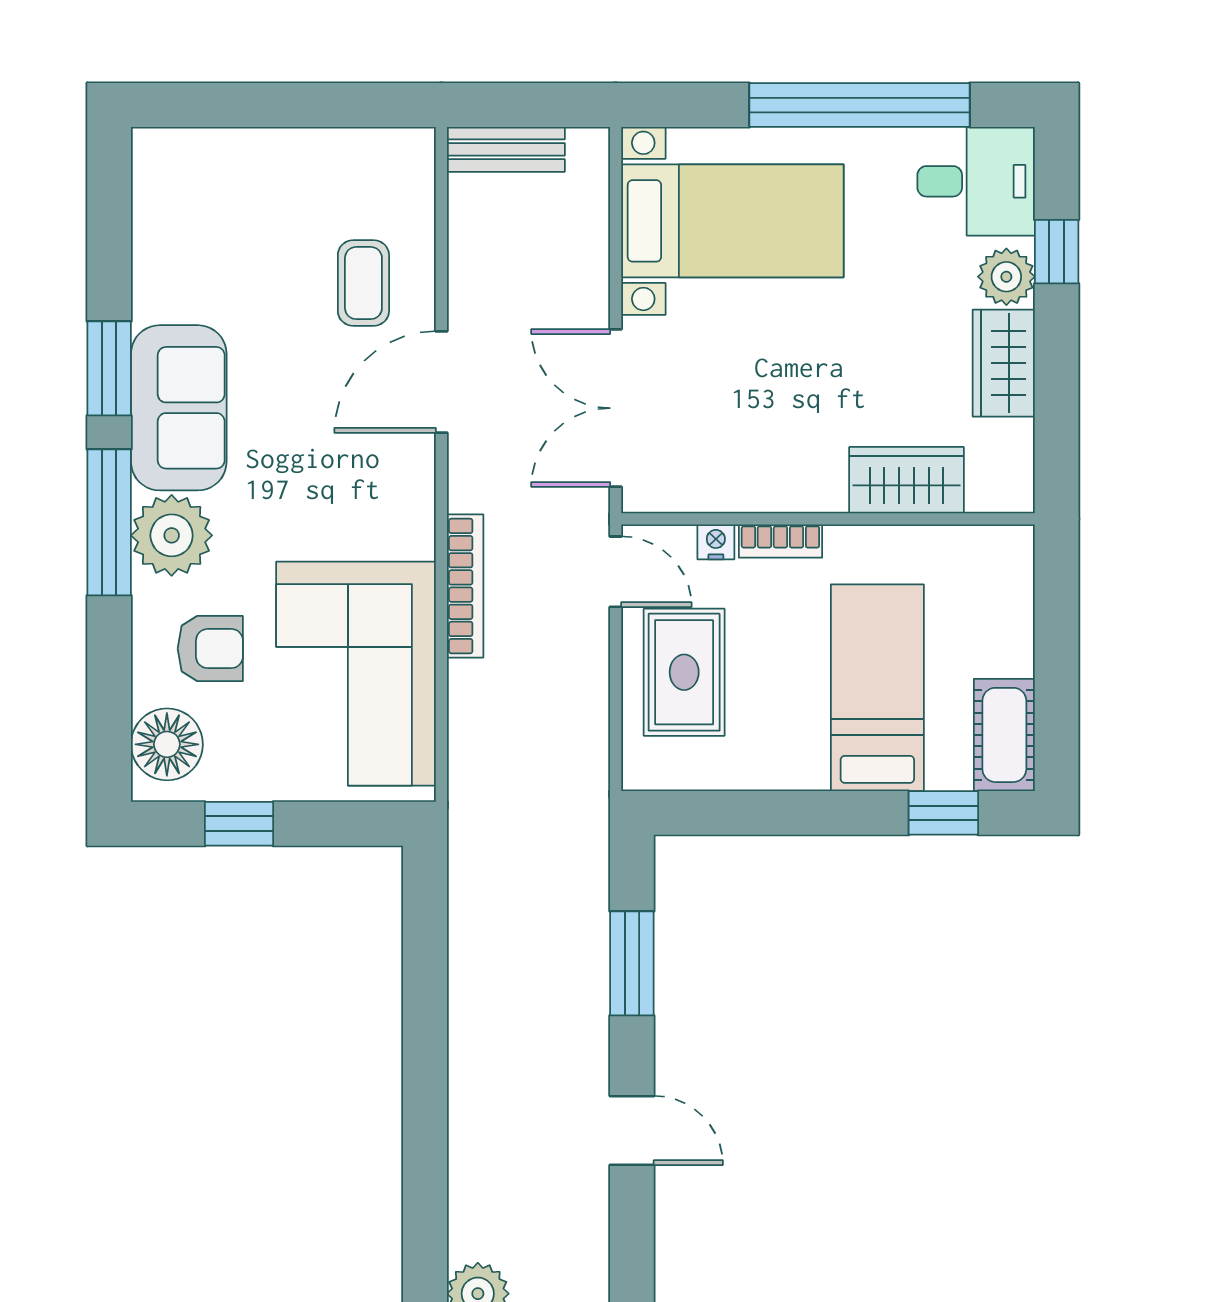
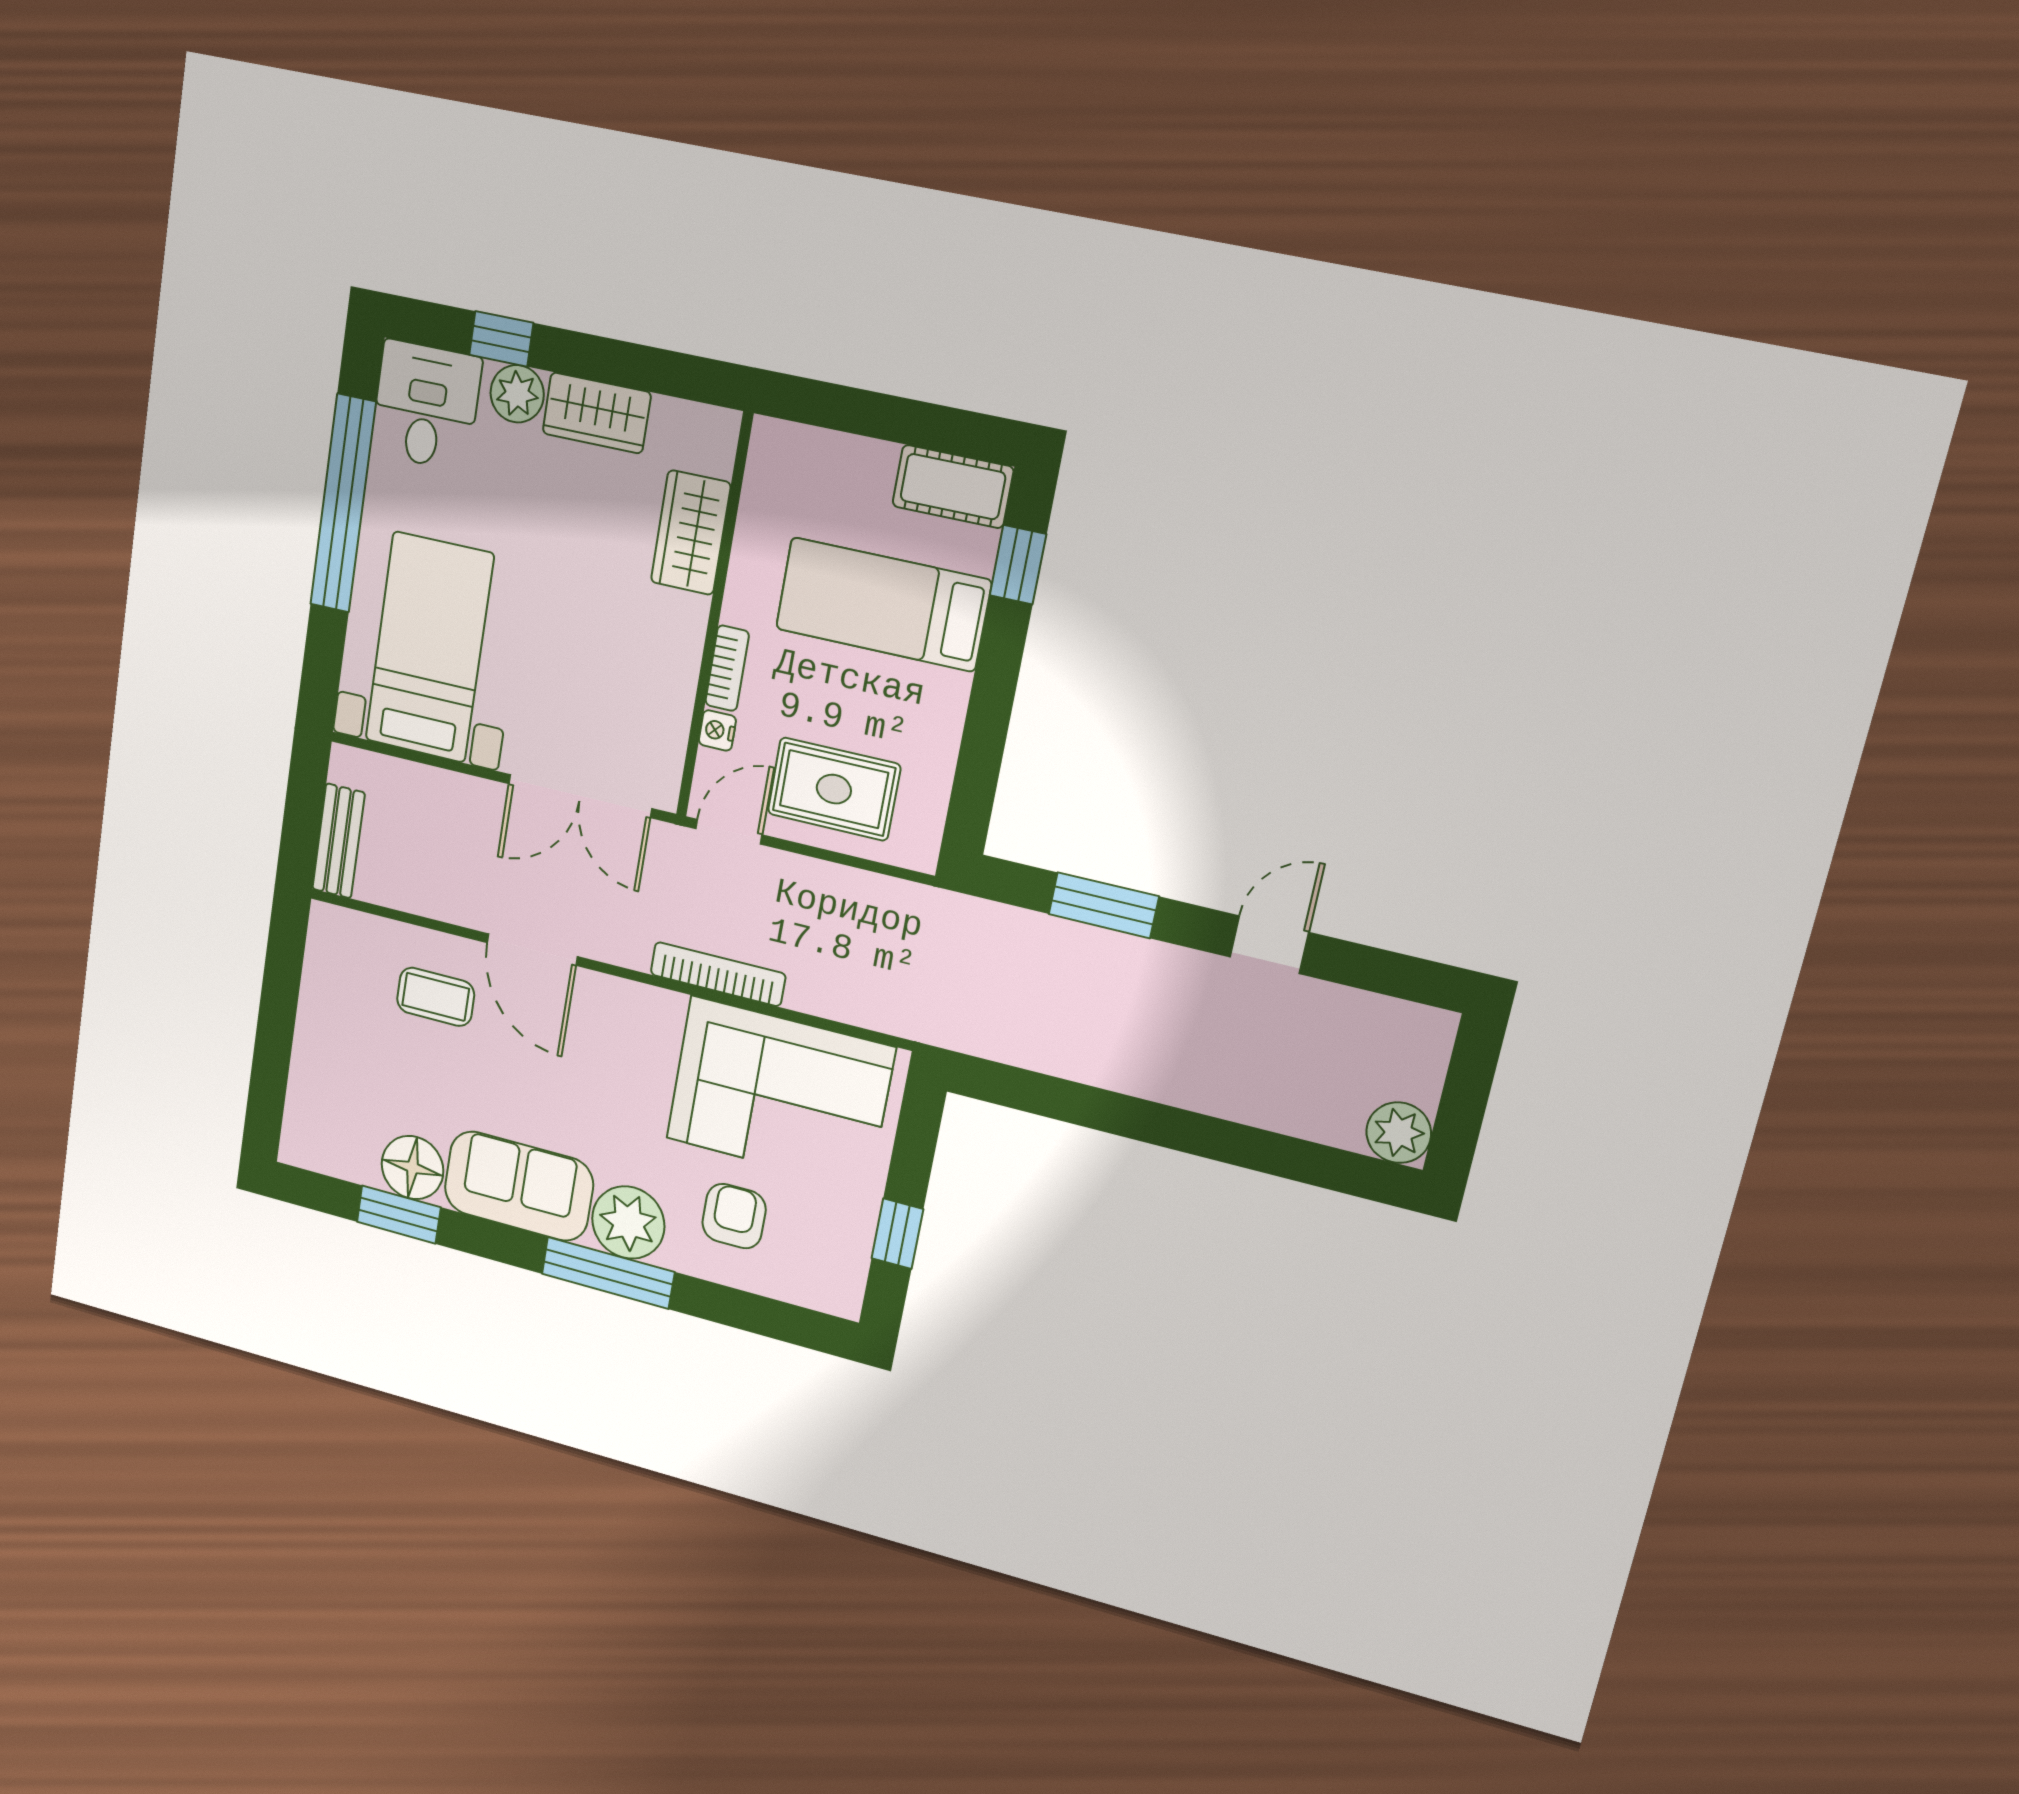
window: (109, 368) -> (399, 1215), moved
floor lamp: (167, 744) -> (412, 1168), moved

